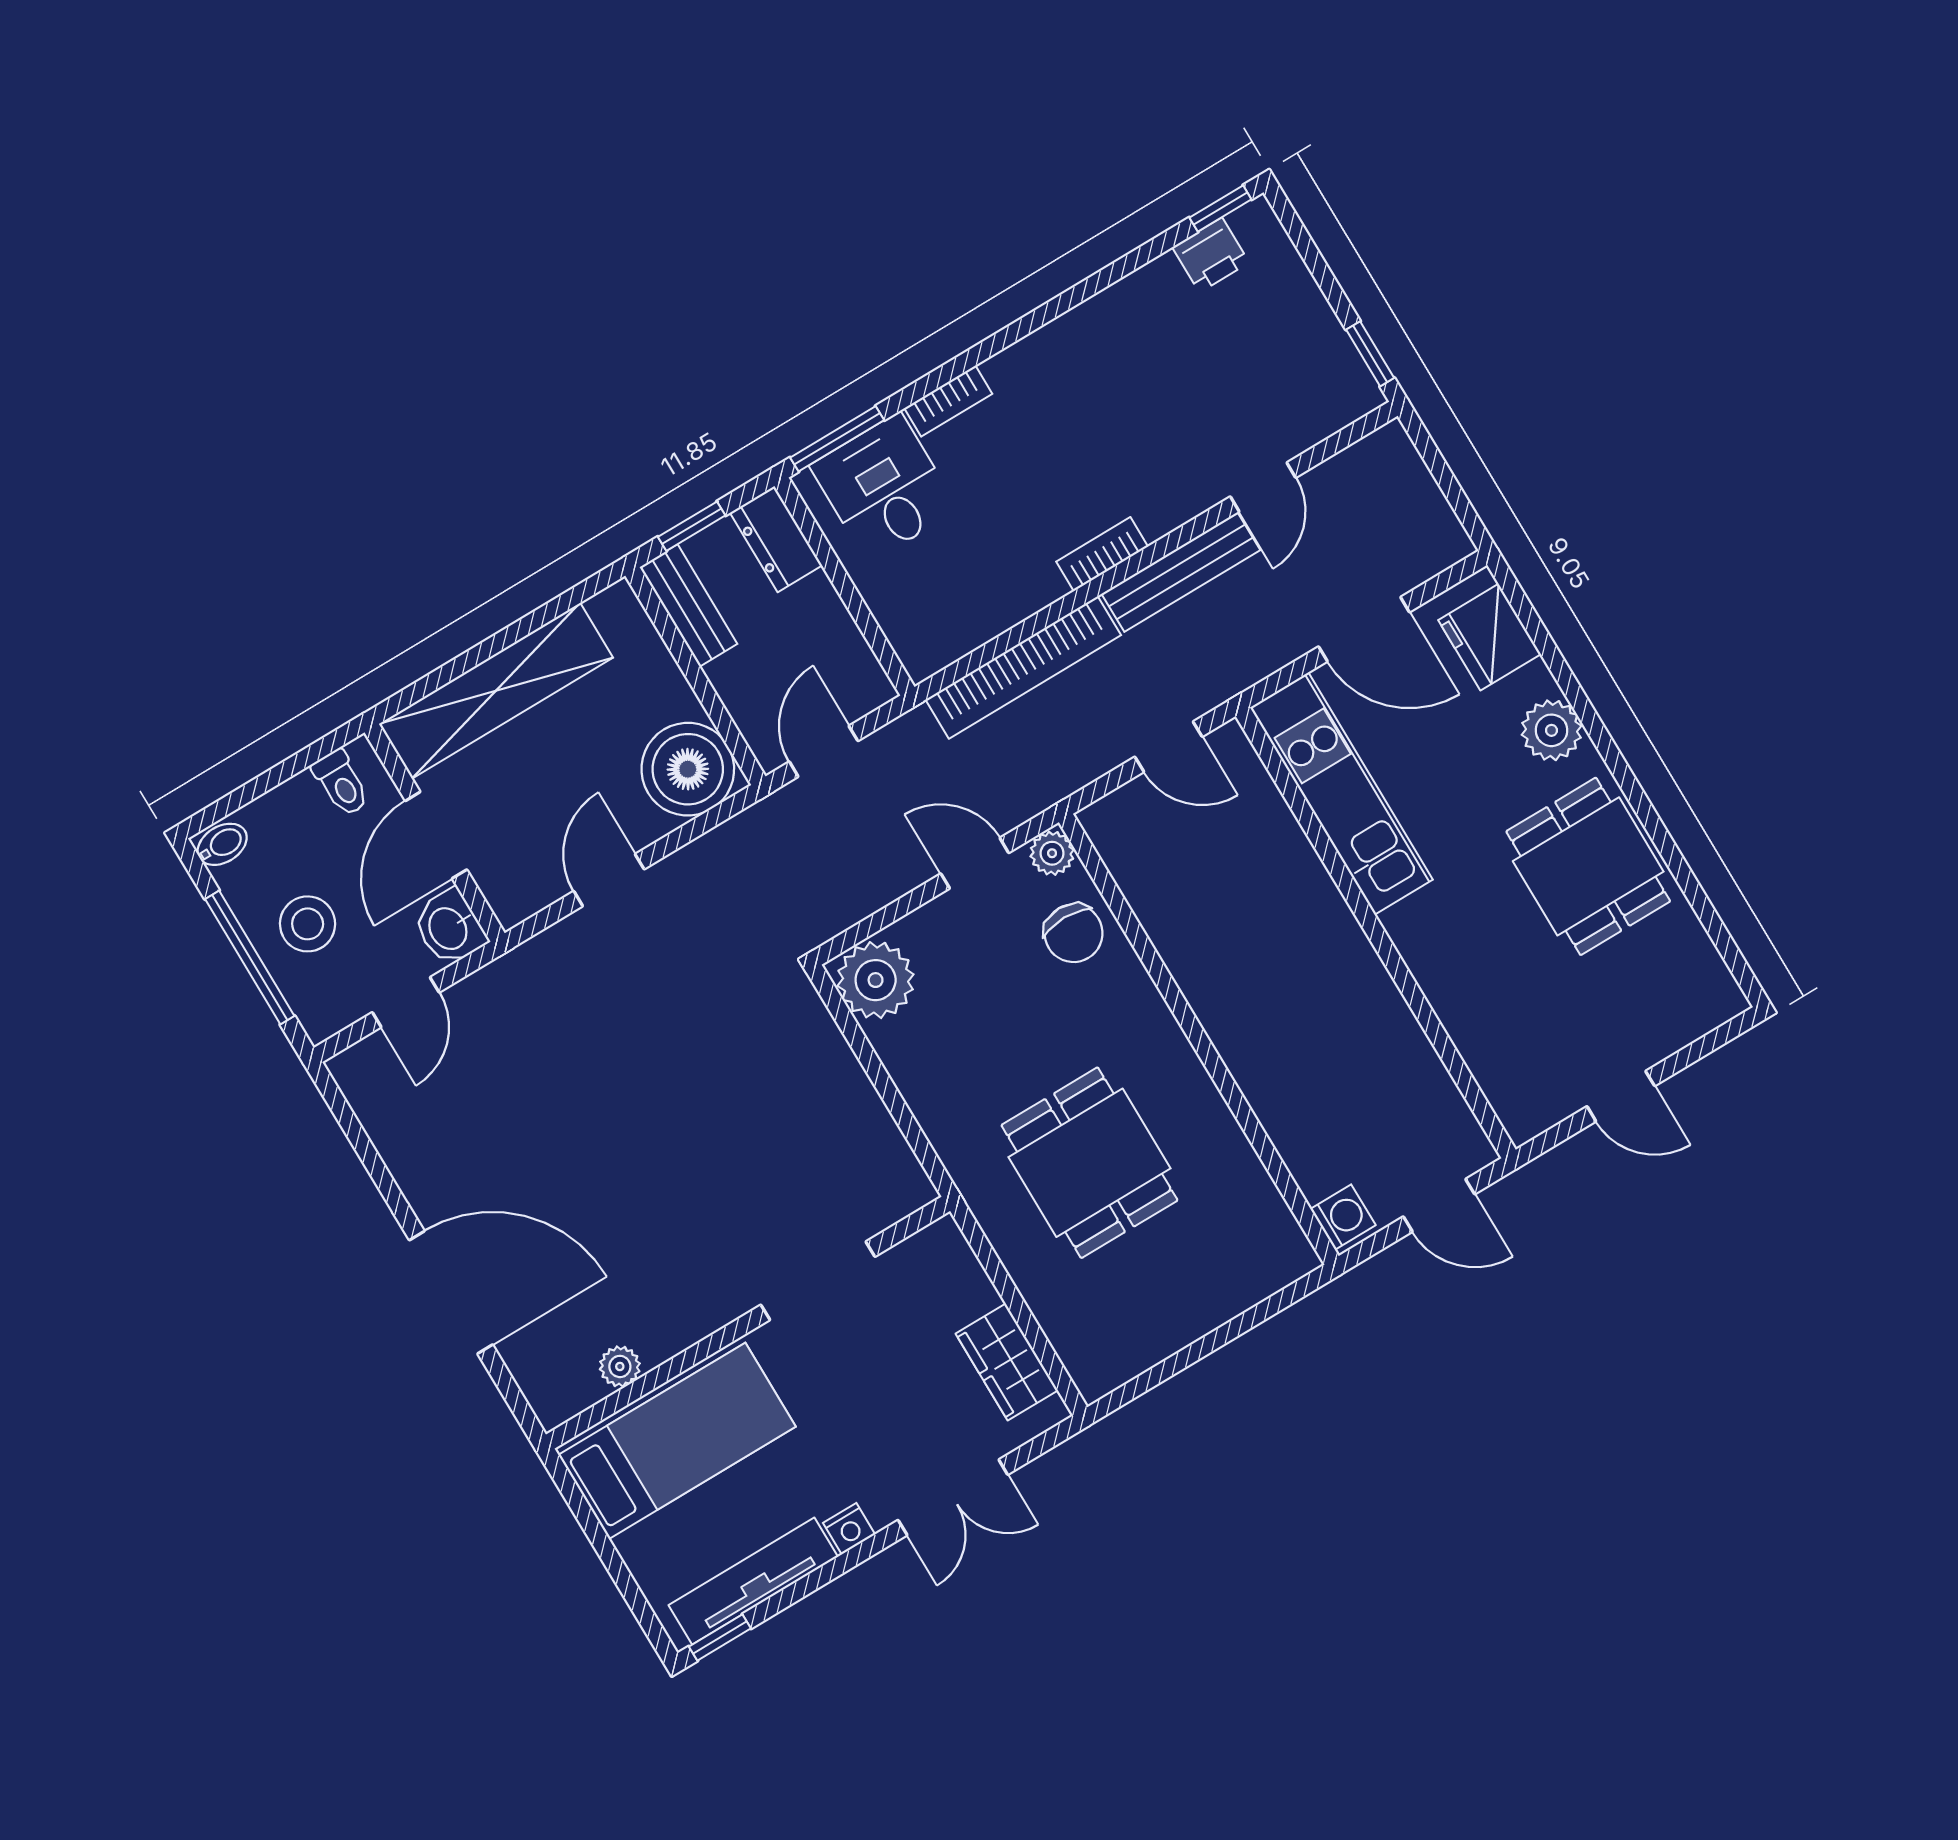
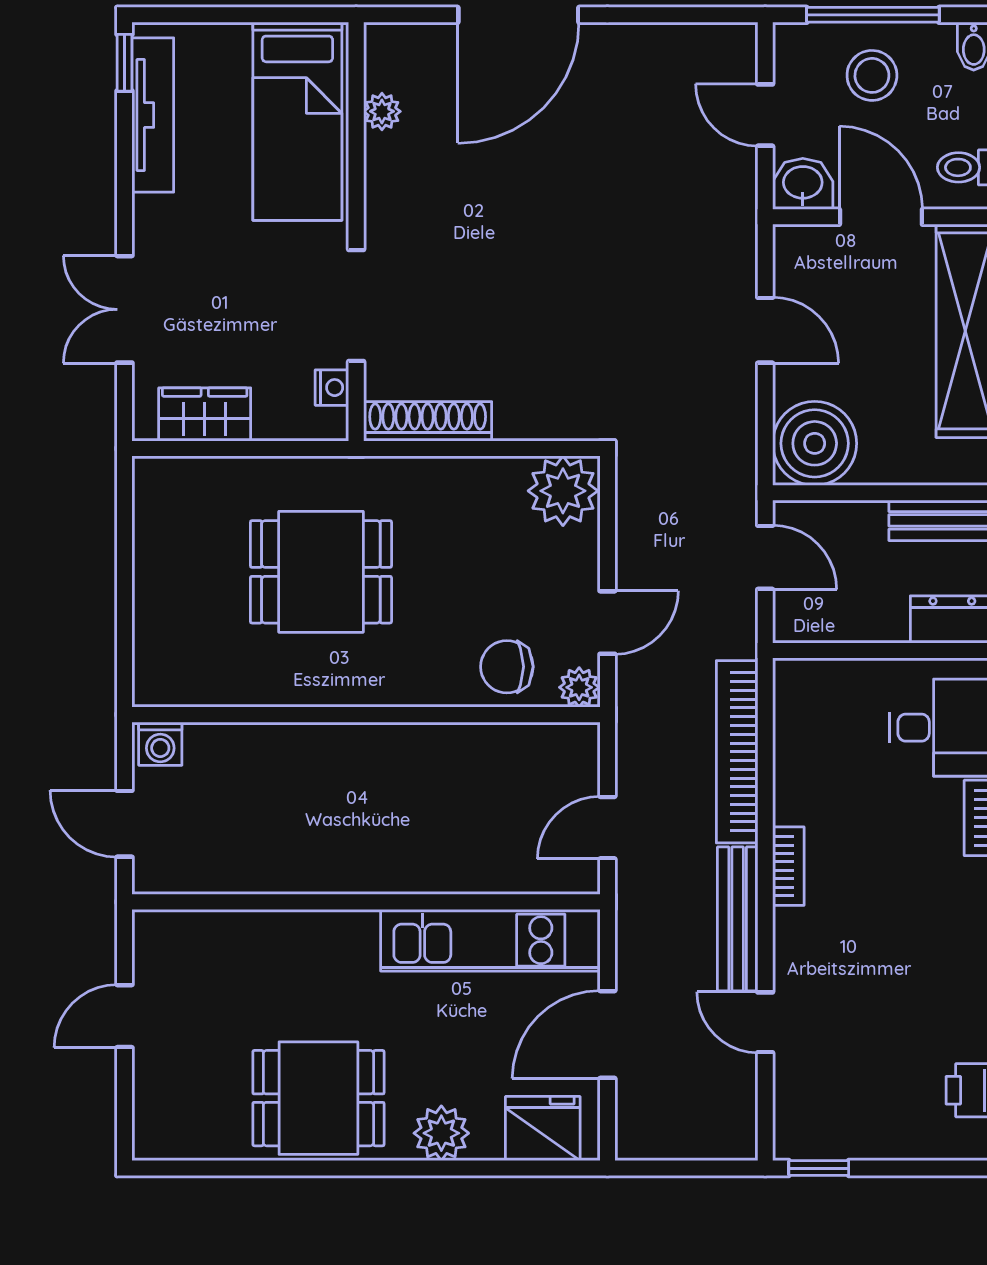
shoe rack: (887, 1147) -> (428, 421), added
door: (1439, 1205) -> (124, 824), hinge flipped
nightstand: (849, 1529) -> (332, 388), moved, turned 180

